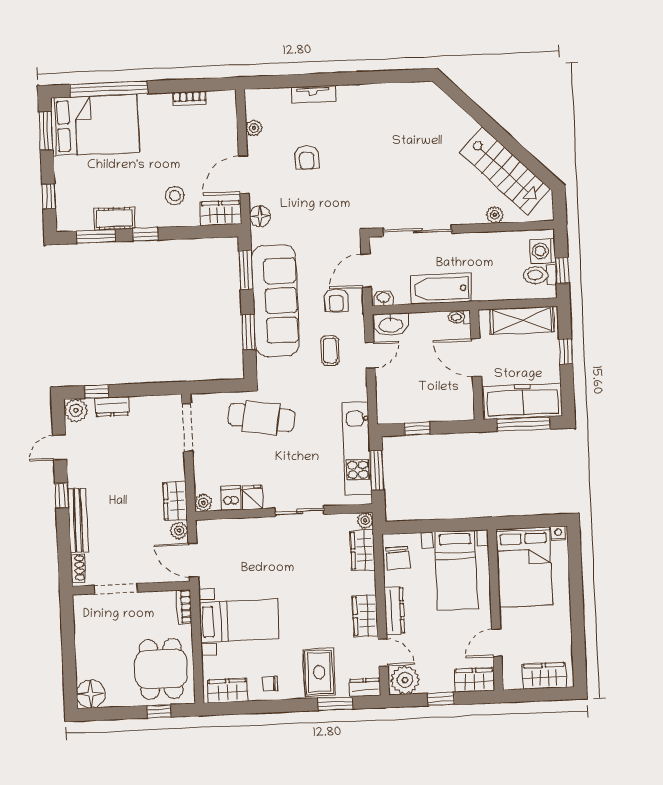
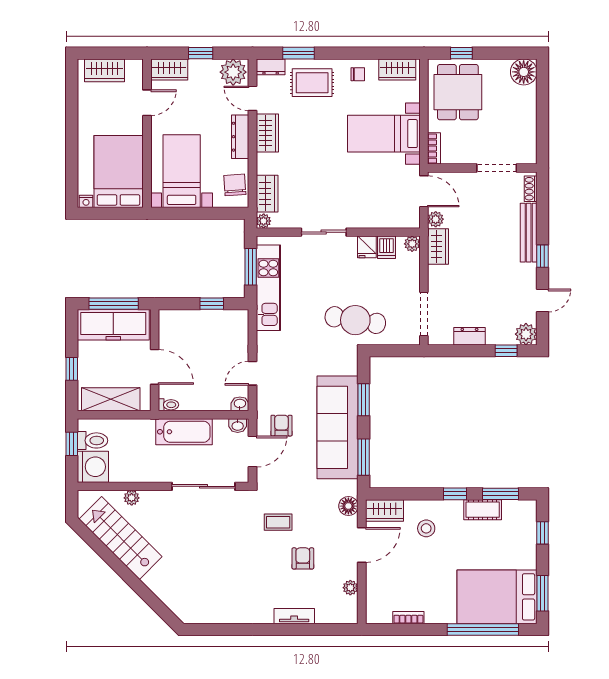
washing machine: (543, 251) -> (93, 467), width x1.37, depth x1.37
washbasin: (391, 325) -> (240, 404), width x0.52, depth x0.69
coffee table: (330, 351) -> (278, 522), moved, turned 90
dresser: (112, 407) -> (469, 336), moved
rug: (319, 672) -> (312, 83), turned 90

